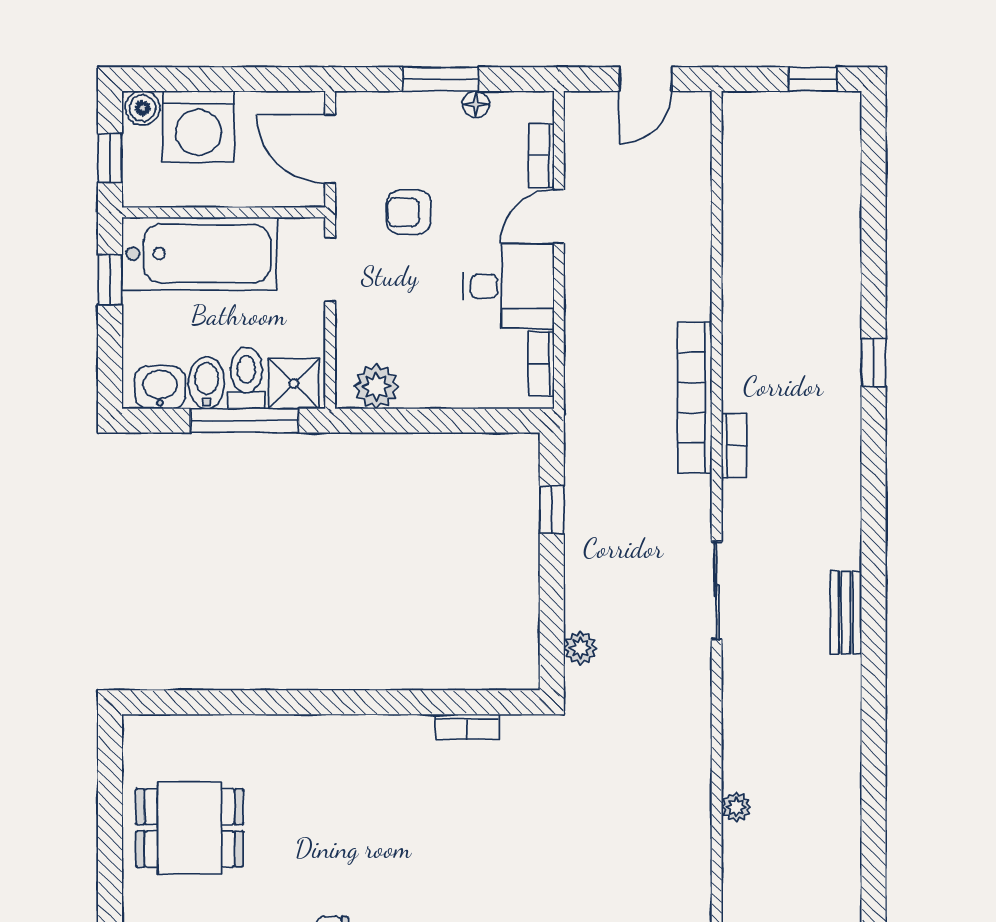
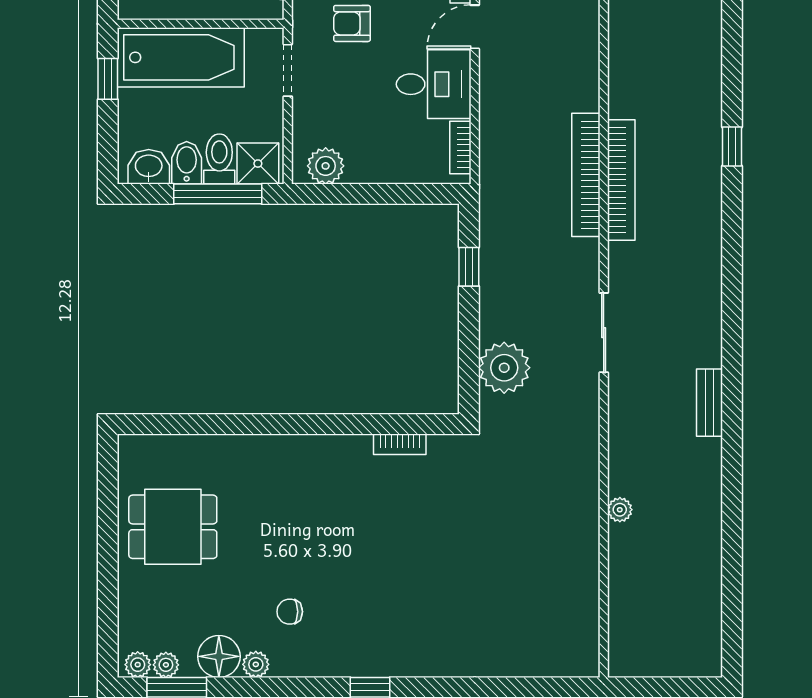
bookcase: (734, 446) -> (621, 180), width x2.31, depth x1.31
bench: (846, 612) -> (709, 403), moved
plant: (580, 648) -> (504, 368), width x1.88, depth x1.88

